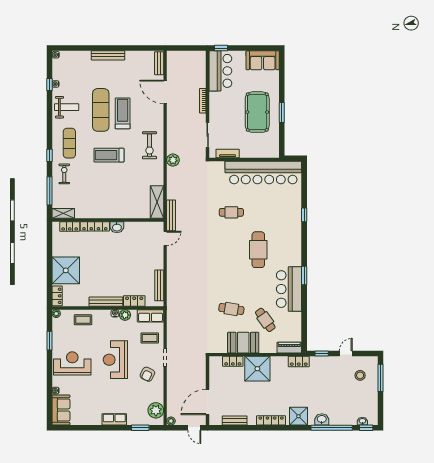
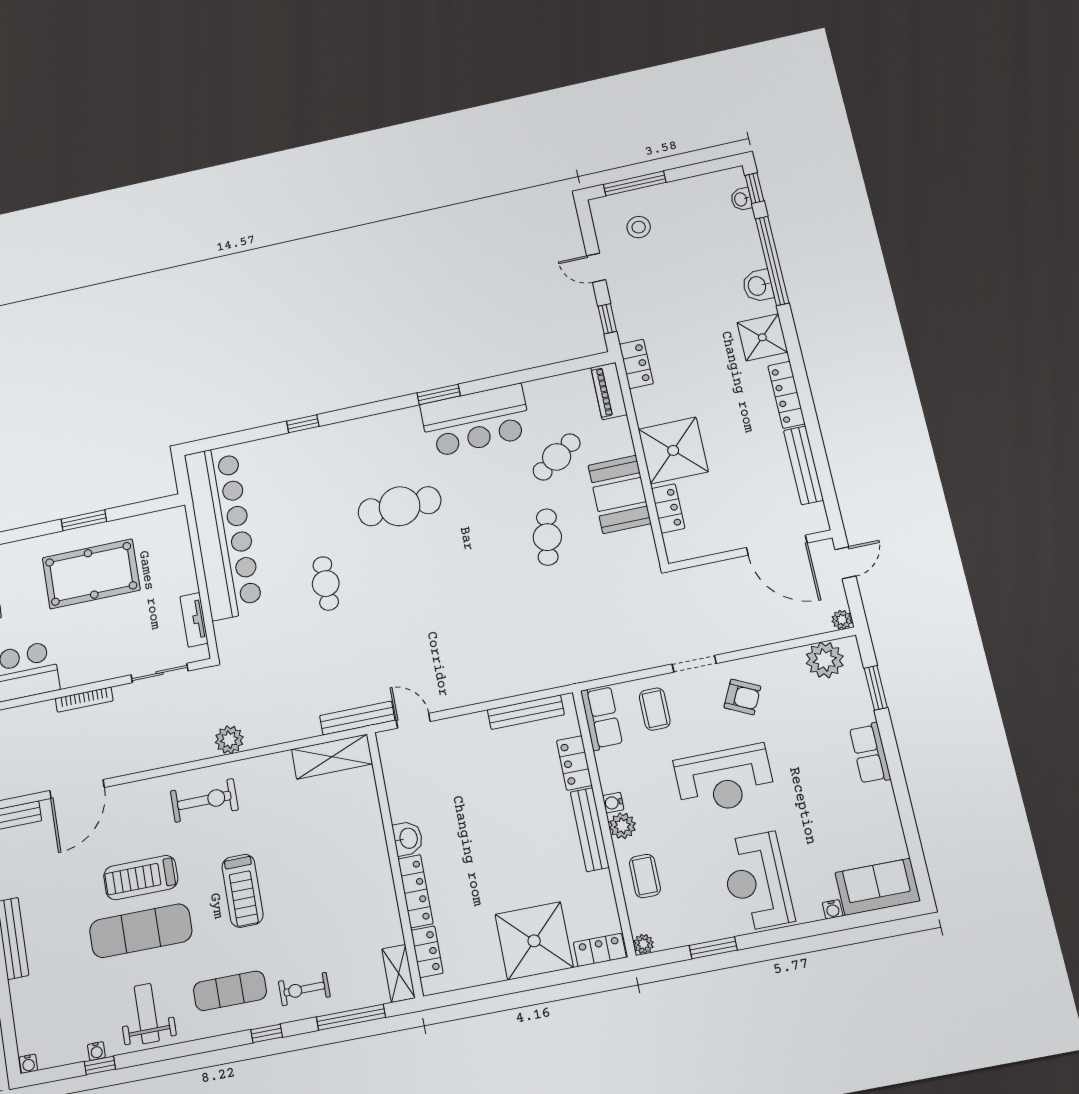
plant: (125, 315) -> (622, 826), moved
bench: (235, 420) -> (804, 465), width x1.36

